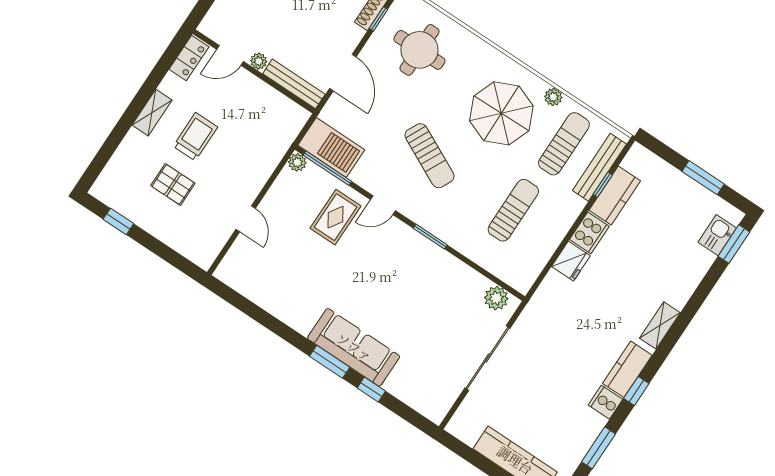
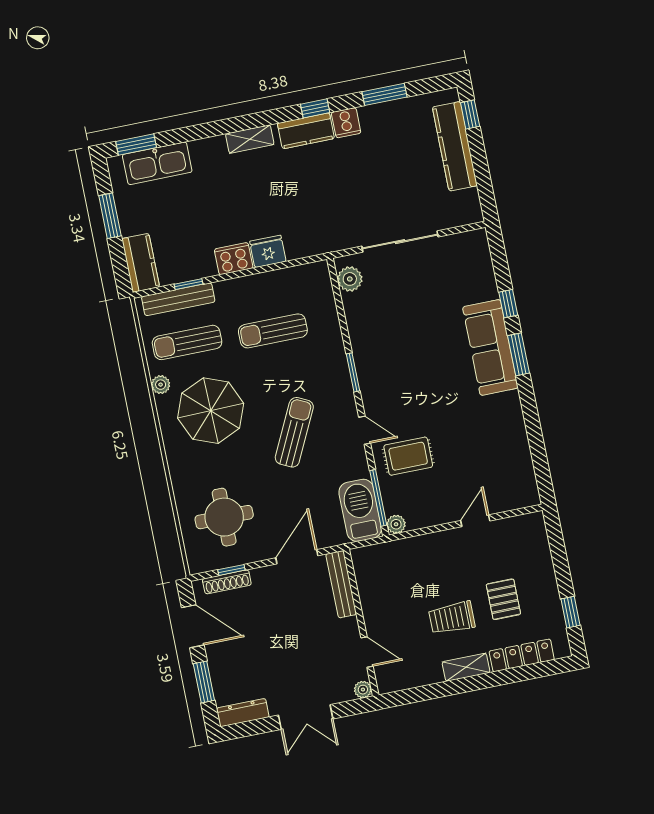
locker: (189, 58) -> (522, 655), moved, width x1.53
plant: (259, 61) -> (363, 690), moved
kitchen counter: (615, 195) -> (141, 263), moved, turned 90
kitchen sink: (717, 235) -> (157, 163), width x1.88, depth x1.24

